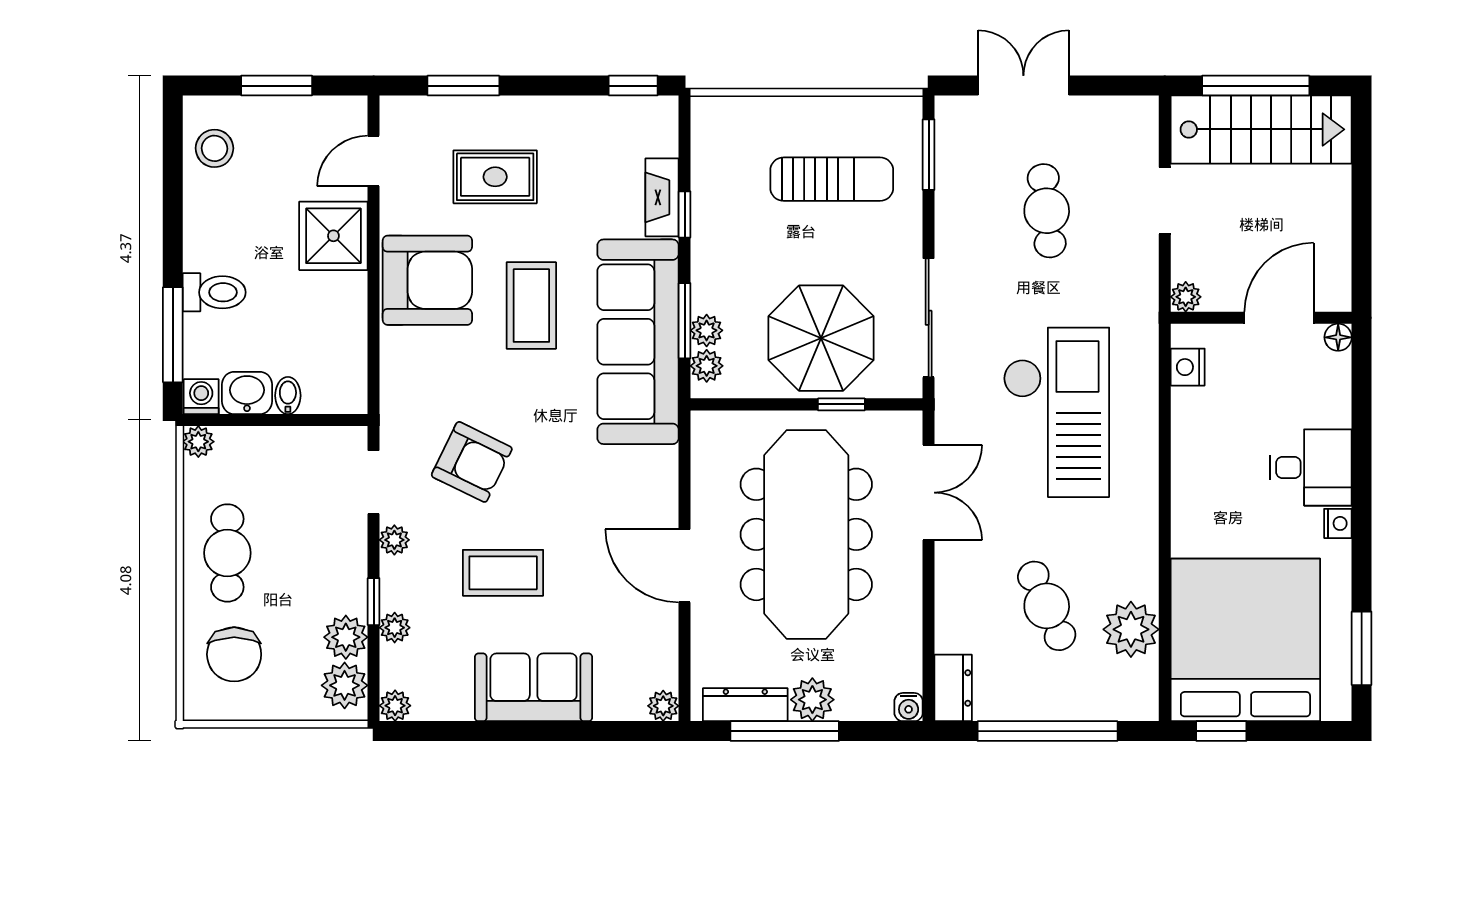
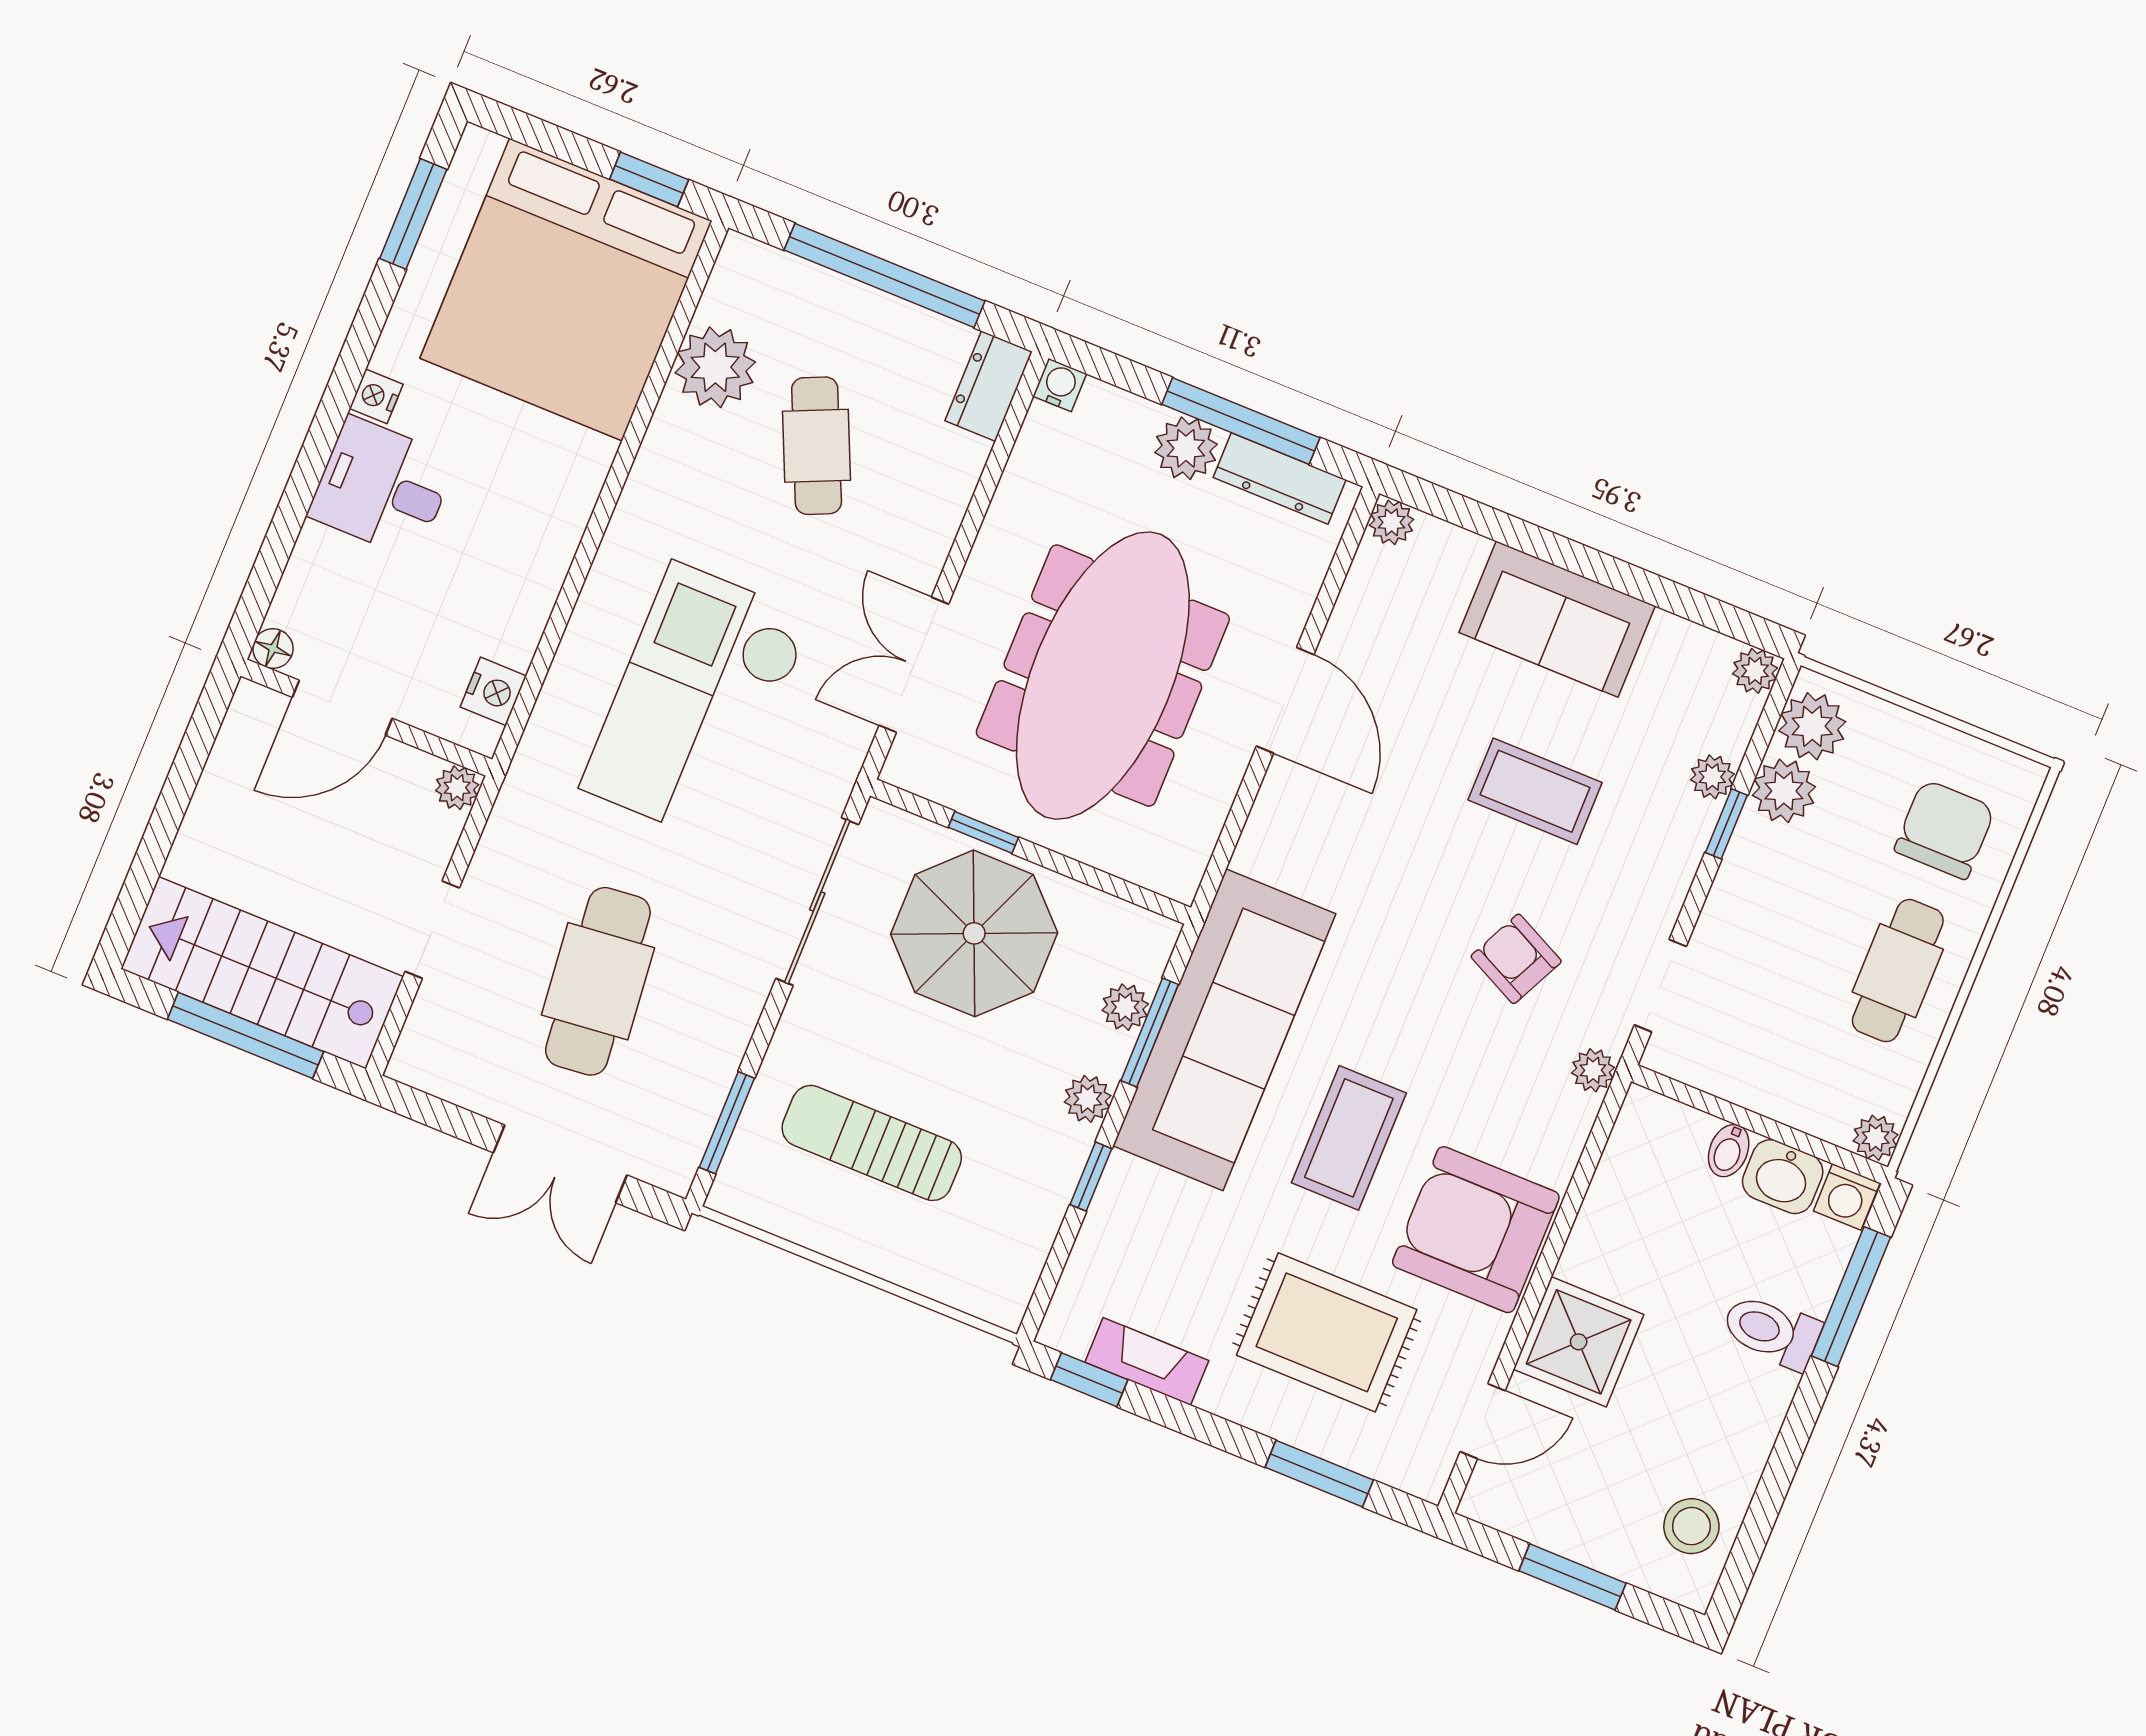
rug: (495, 177) -> (1327, 1332), width x1.36, depth x1.43
fireplace: (662, 197) -> (1147, 1361), moved, turned -90
cafe table: (1047, 211) -> (598, 981), width x1.37, depth x1.35
plant: (707, 366) -> (1088, 1099), moved
armchair: (472, 462) -> (1516, 959), width x0.72, depth x0.72
plant: (394, 540) -> (1593, 1070), moved

